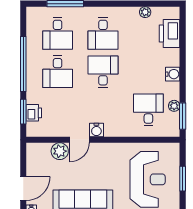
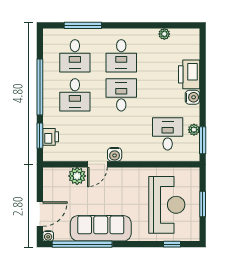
printer: (169, 33) -> (189, 74), moved

